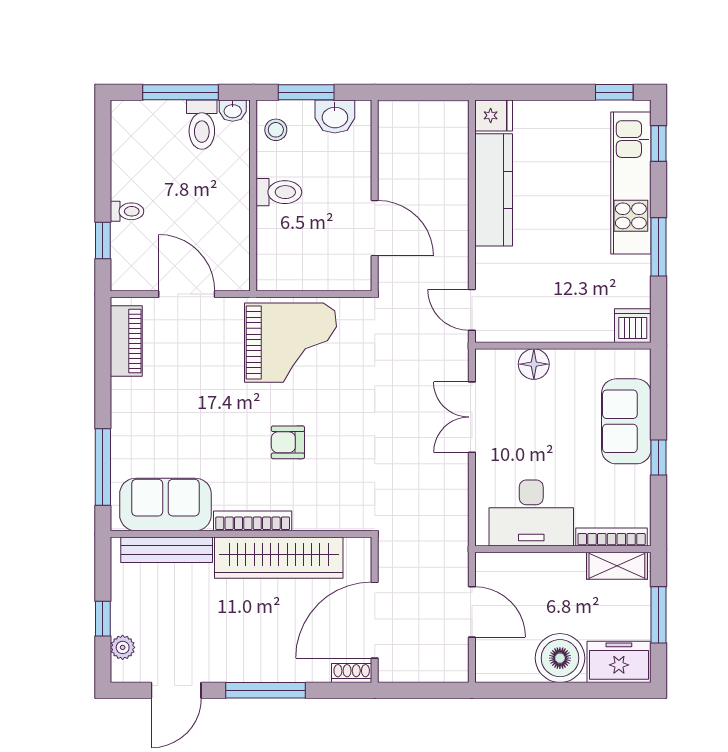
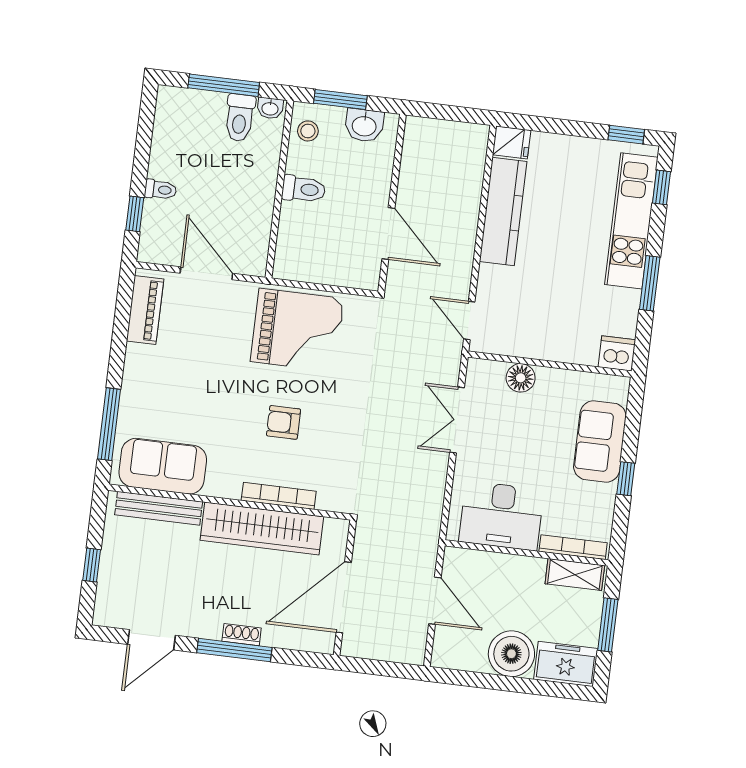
bookcase: (253, 521) -> (279, 496), moved
plant: (123, 647) -> (107, 594), removed
shoe rack: (352, 673) -> (242, 635), moved

